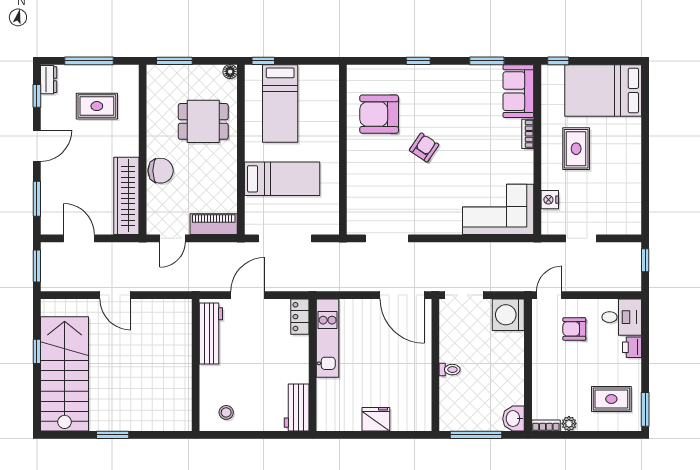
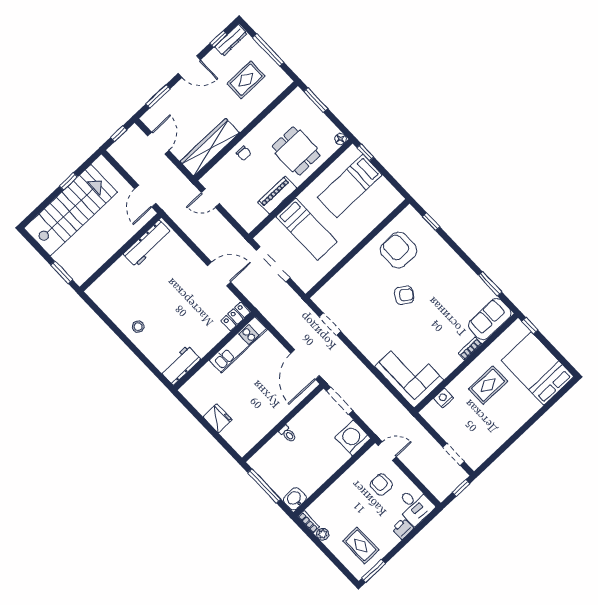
window: (418, 61) -> (431, 222), moved
dresser: (49, 80) -> (231, 40), width x1.44
rug: (97, 106) -> (246, 80), turned 90
chair: (161, 171) -> (244, 153), width x0.54, depth x0.54
piano: (214, 224) -> (277, 195), moved, turned -90
doorway: (387, 238) -> (330, 324), width x0.73
doorway: (581, 238) -> (454, 454), moved
window: (37, 266) -> (119, 134), width x0.67
workbench: (211, 333) -> (148, 244), moved
wall: (196, 365) -> (120, 252), moved

